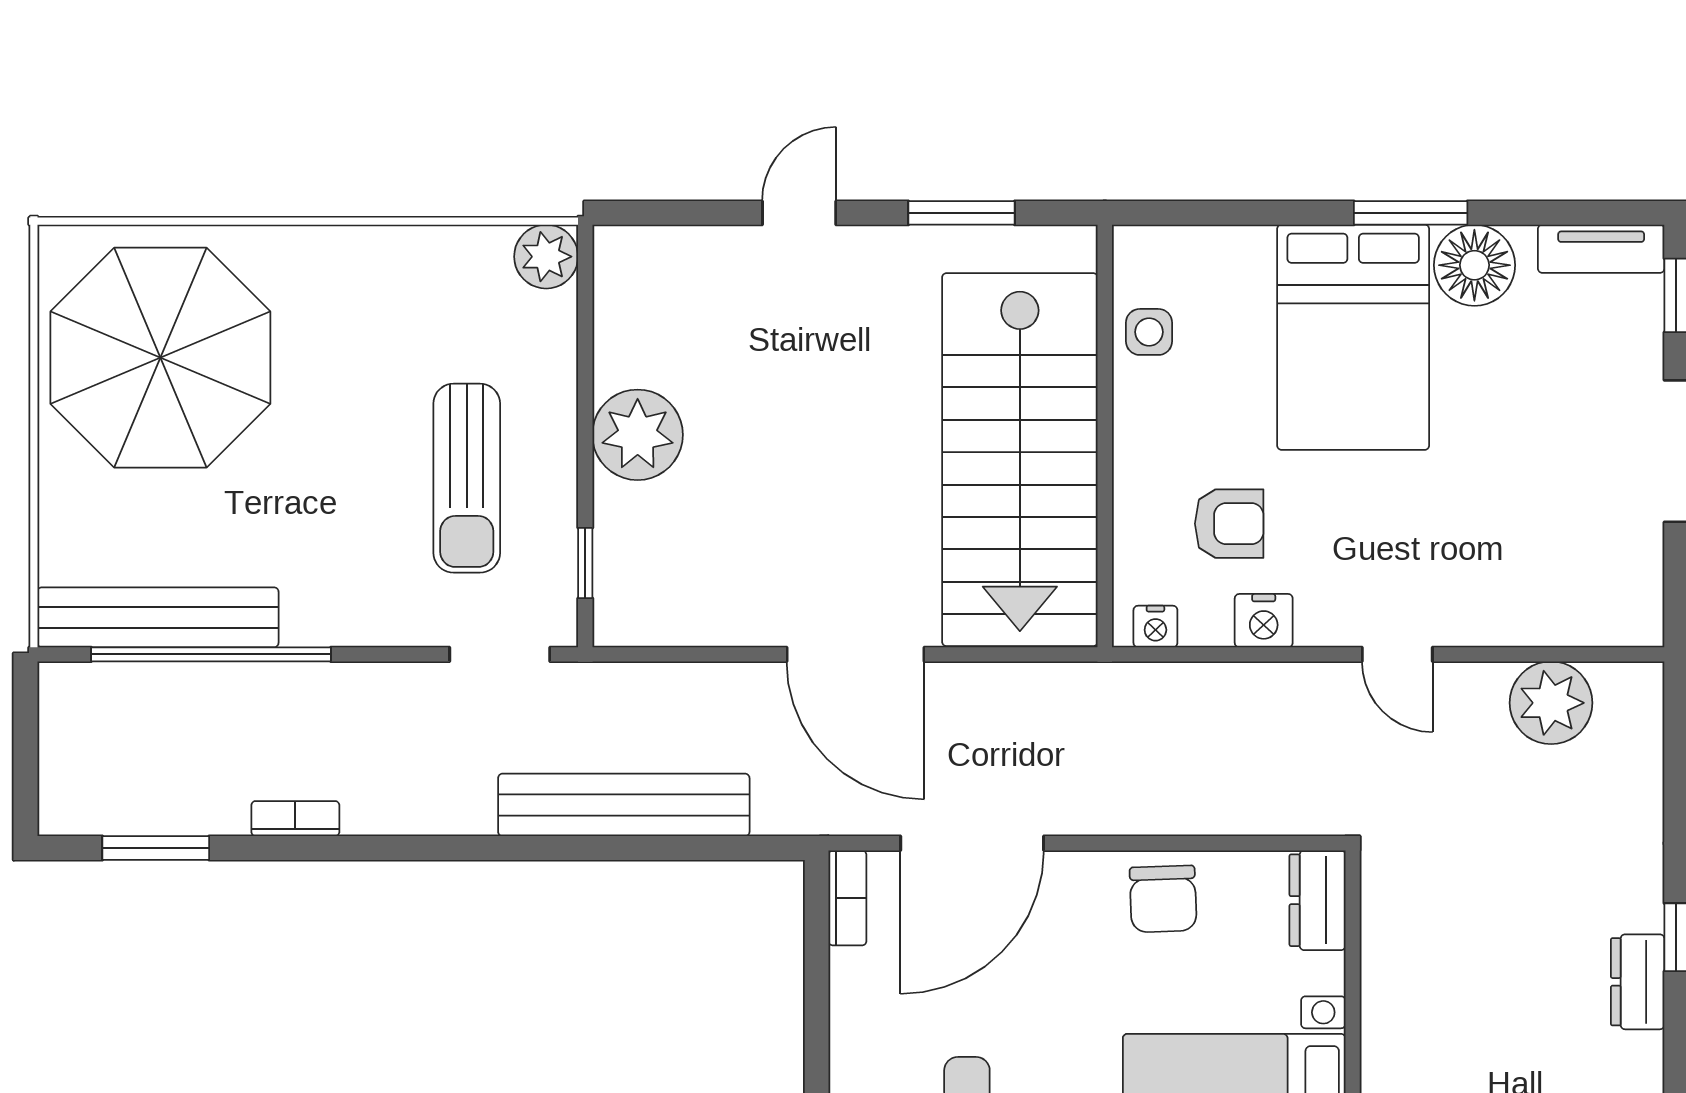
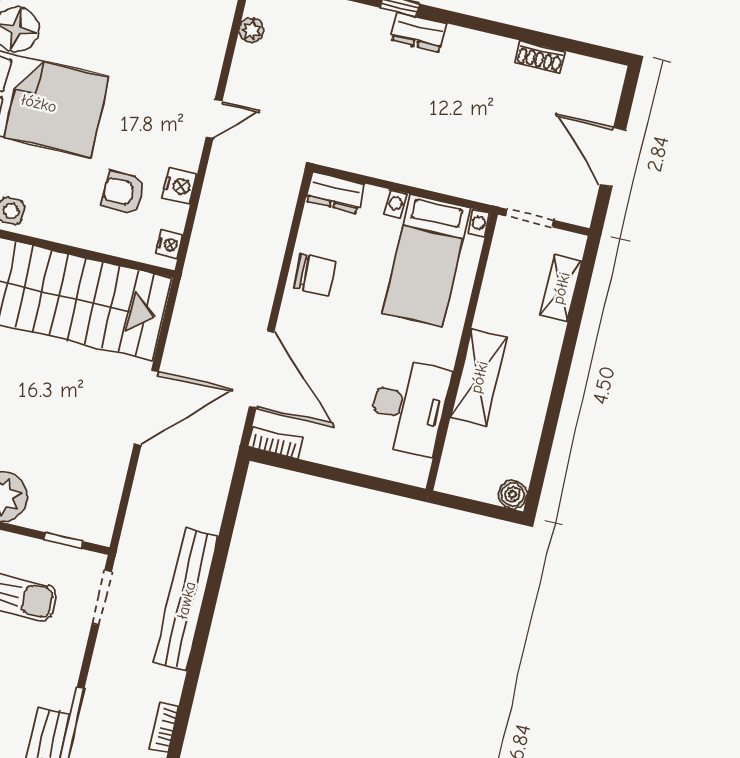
armchair: (1229, 524) -> (123, 192), turned -90
plant: (1551, 703) -> (251, 30), width x0.53, depth x0.53
bench: (624, 805) -> (186, 600), moved

